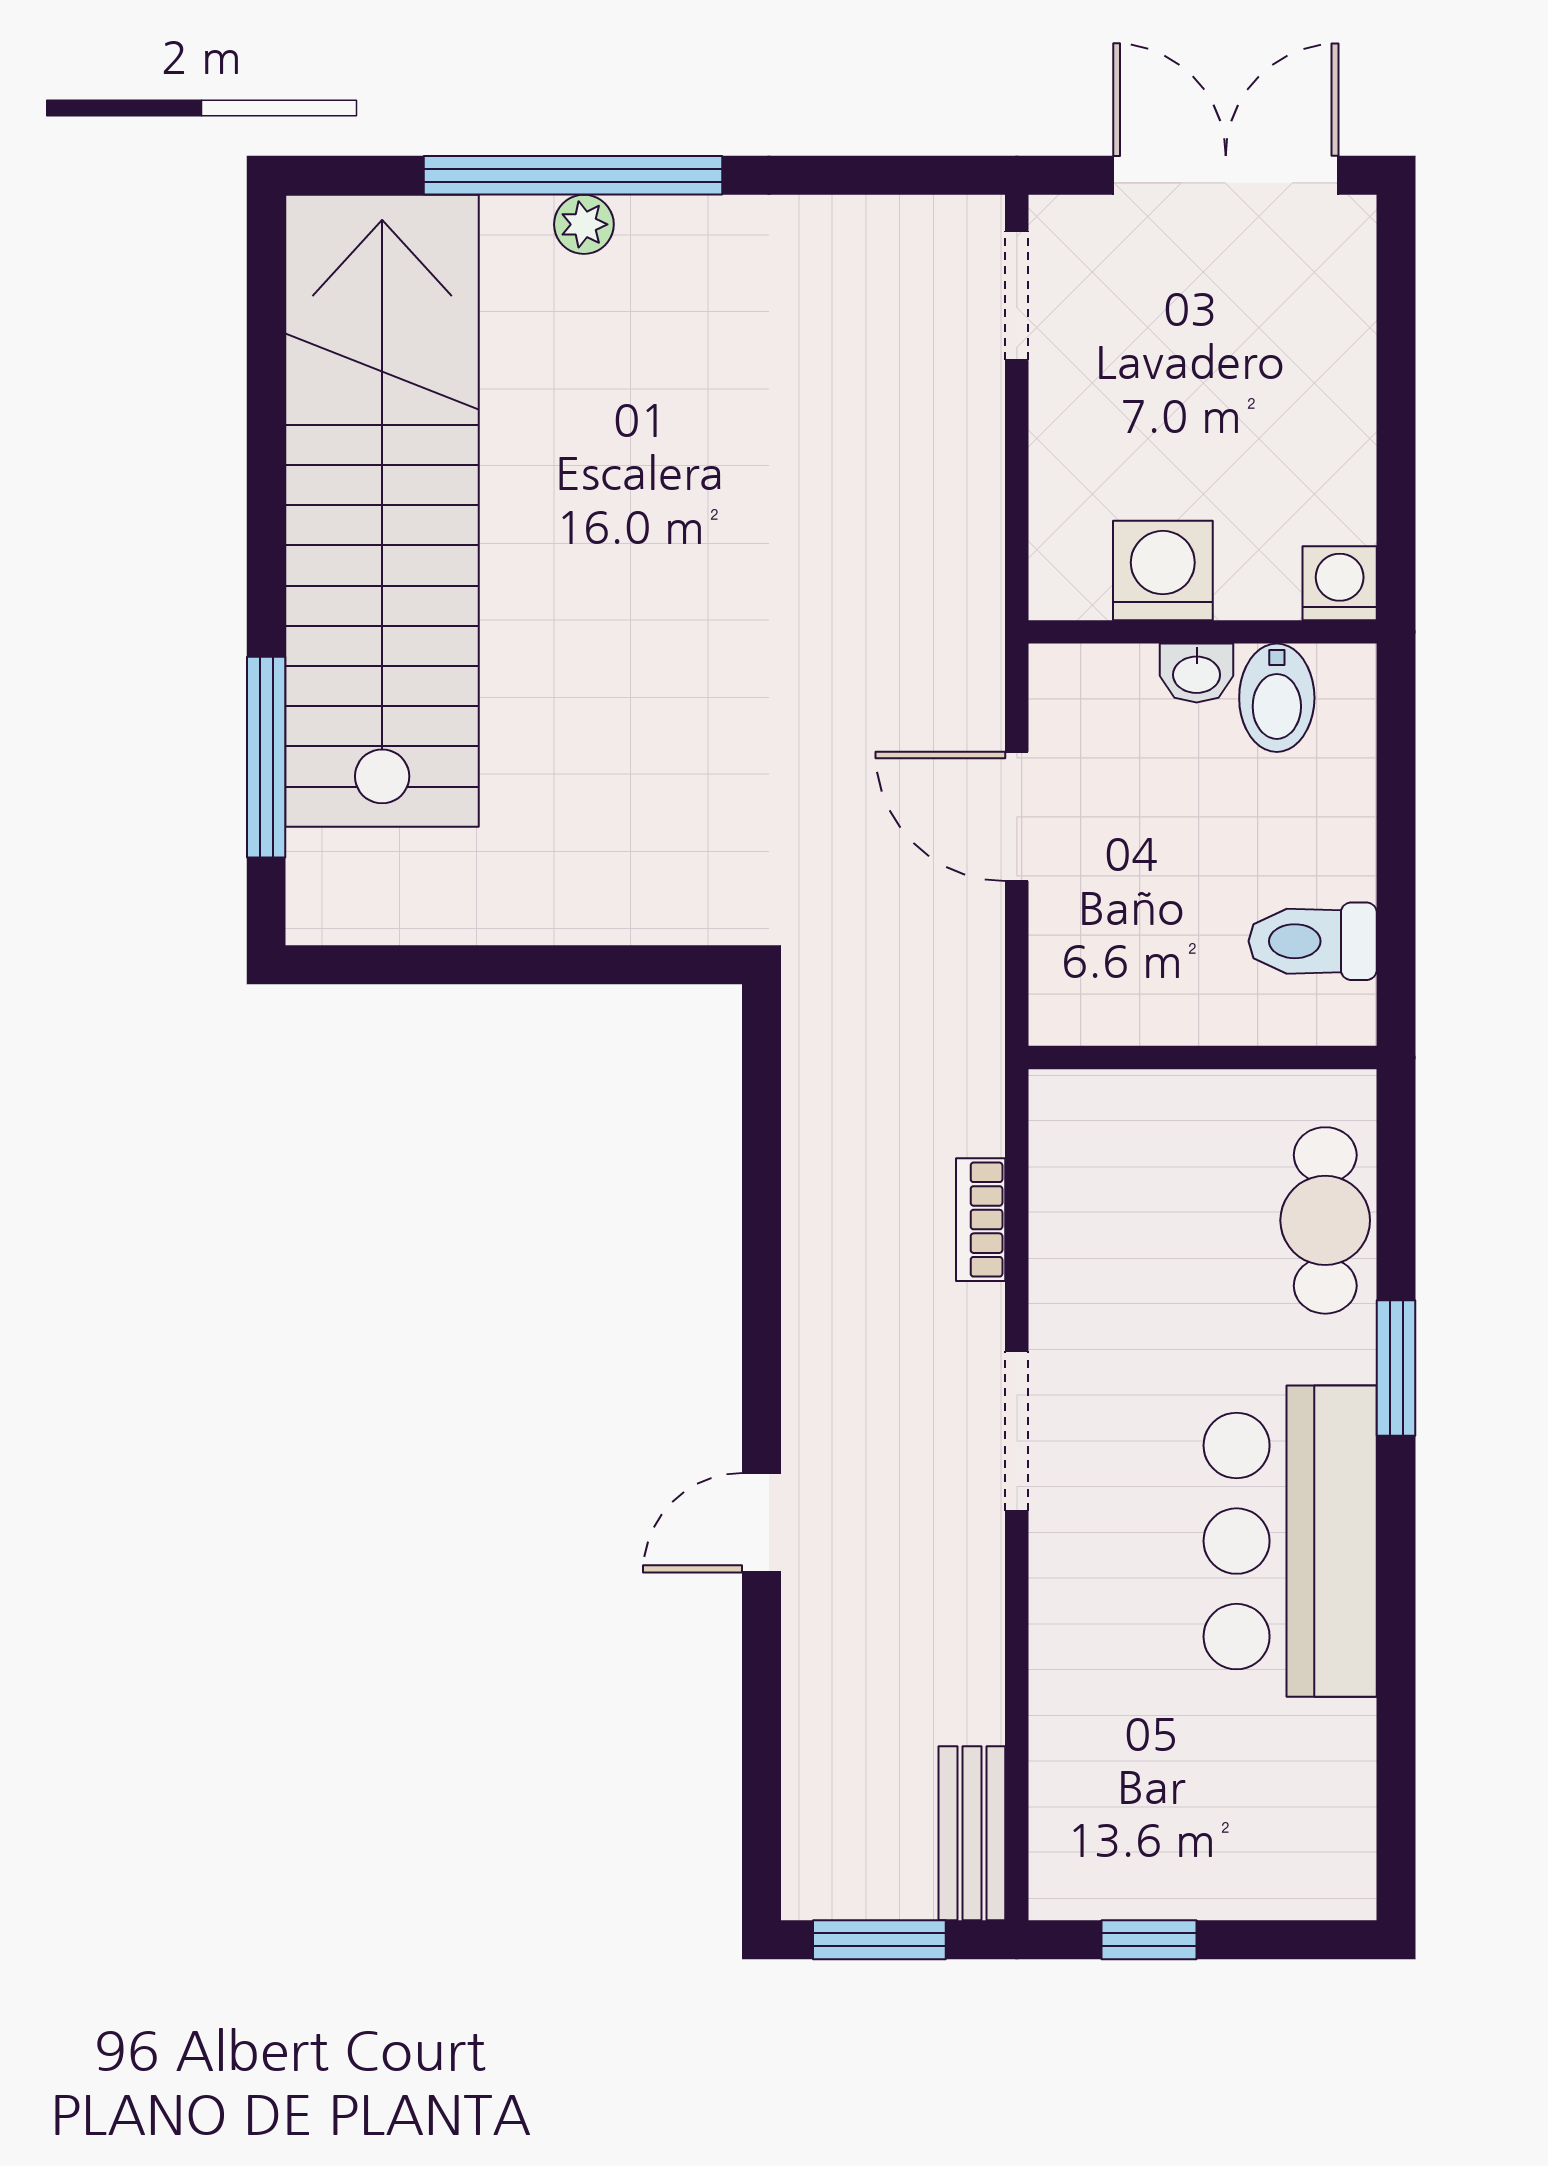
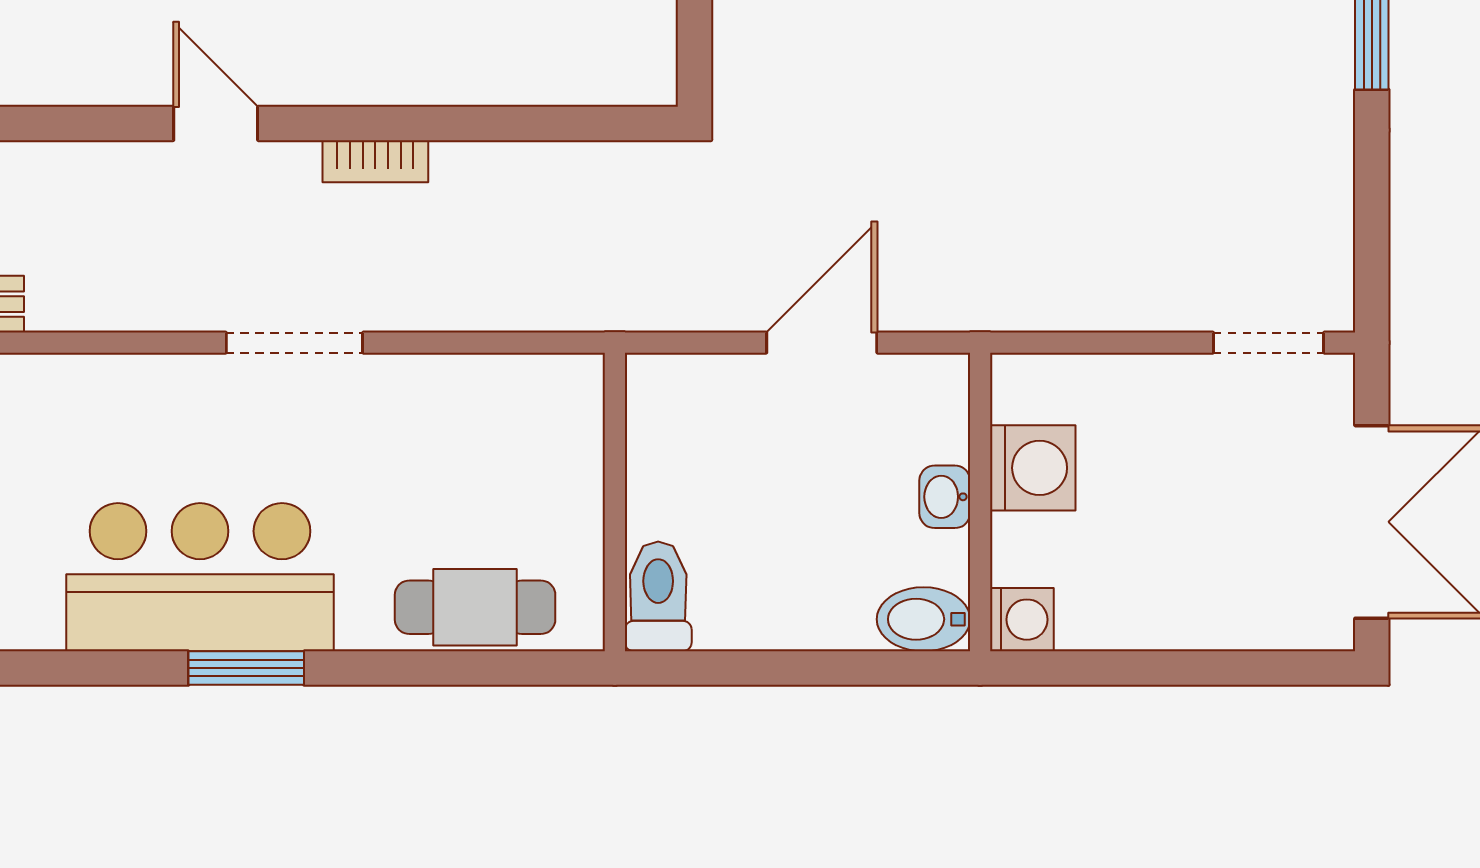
bidet: (1277, 698) -> (924, 619), moved
toilet: (1313, 941) -> (658, 596), moved
bookcase: (981, 1220) -> (375, 161), moved, turned 180
window: (1396, 1368) -> (246, 668), moved

